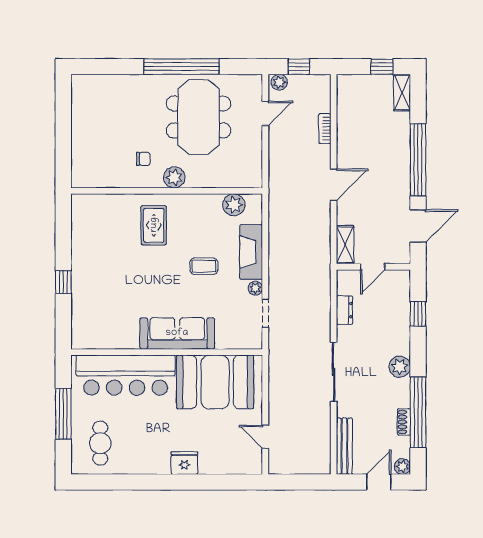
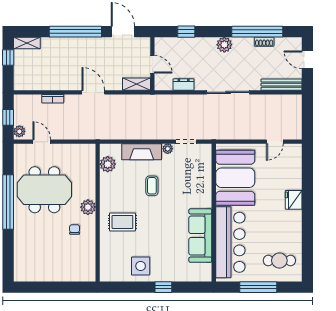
side table: (93, 250) -> (141, 266), added
sofa: (177, 333) -> (200, 236), moved
plant: (402, 466) -> (296, 43), removed

